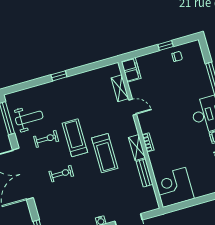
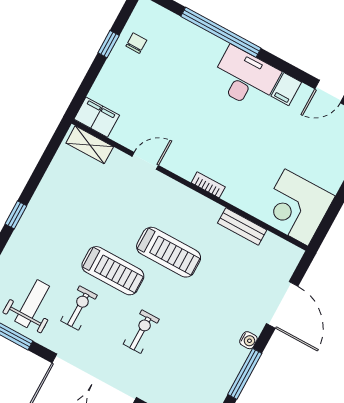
shelving: (120, 88) -> (90, 145), moved
treadmill: (75, 138) -> (113, 271), turned 180
shelving: (137, 148) -> (201, 205), removed

